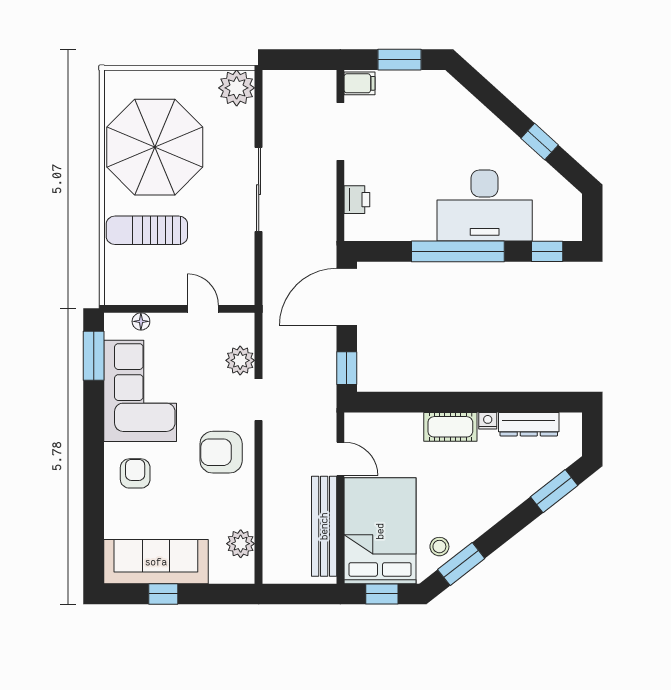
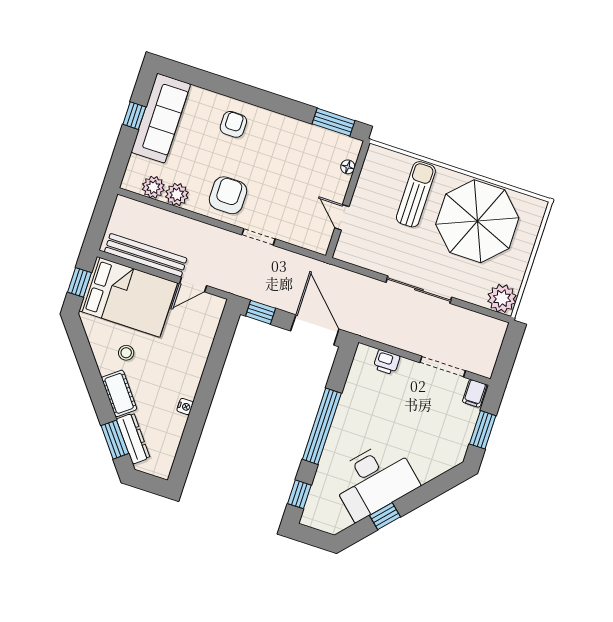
desk: (485, 206) -> (374, 480), moved, turned -138
door: (203, 309) -> (342, 217), swing flipped
plant: (240, 360) -> (177, 195), moved
corner sofa: (140, 391) -> (295, 149), removed
dresser: (529, 424) -> (133, 438), moved, turned 142
cot: (450, 427) -> (119, 393), moved, turned -38
armchair: (135, 473) -> (233, 124), turned -90
stool: (439, 547) -> (126, 353), moved
window: (461, 564) -> (83, 350), removed

